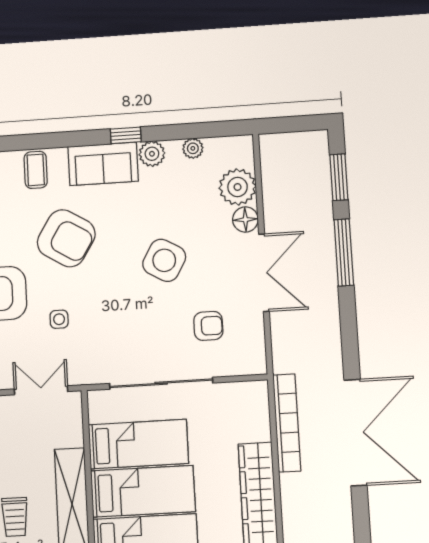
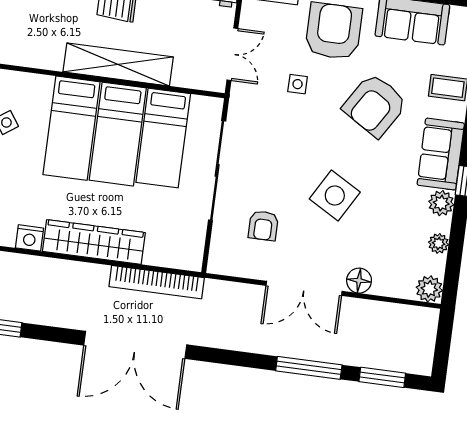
plant: (238, 187) -> (429, 289), moved, width x0.73, depth x0.73

